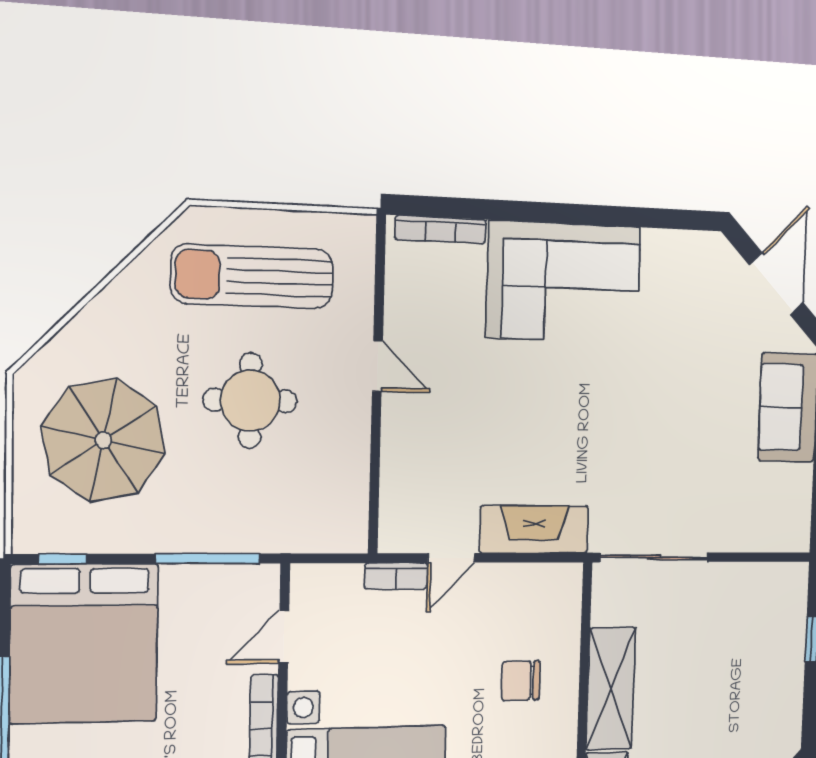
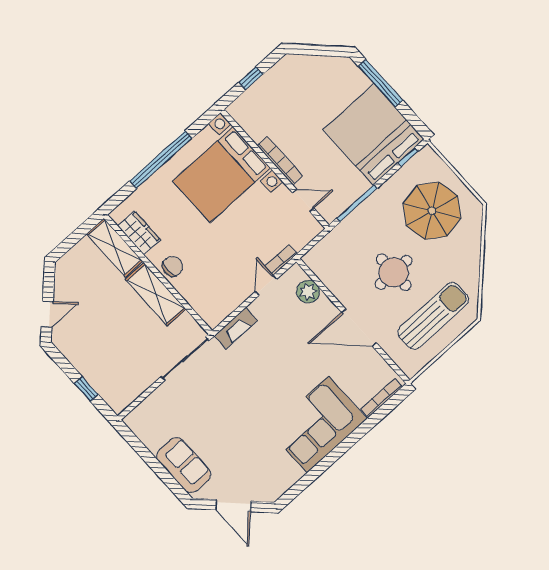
door: (377, 366) -> (359, 328), width x1.88
plant: (401, 492) -> (308, 292), added
fireplace: (534, 529) -> (236, 328), width x0.73, depth x0.76
door: (284, 636) -> (303, 200), hinge flipped
chair: (521, 681) -> (173, 266), moved

